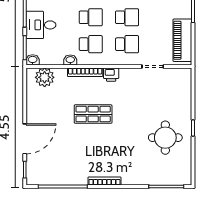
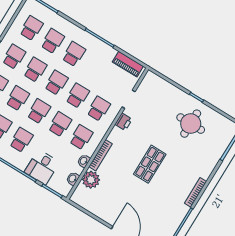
piano: (182, 40) -> (128, 64), width x0.73, depth x0.75
washbasin: (33, 60) -> (73, 179), moved
printer: (111, 75) -> (124, 122), moved
plant: (45, 77) -> (91, 180), moved
shop shelf: (93, 114) -> (150, 164), moved

